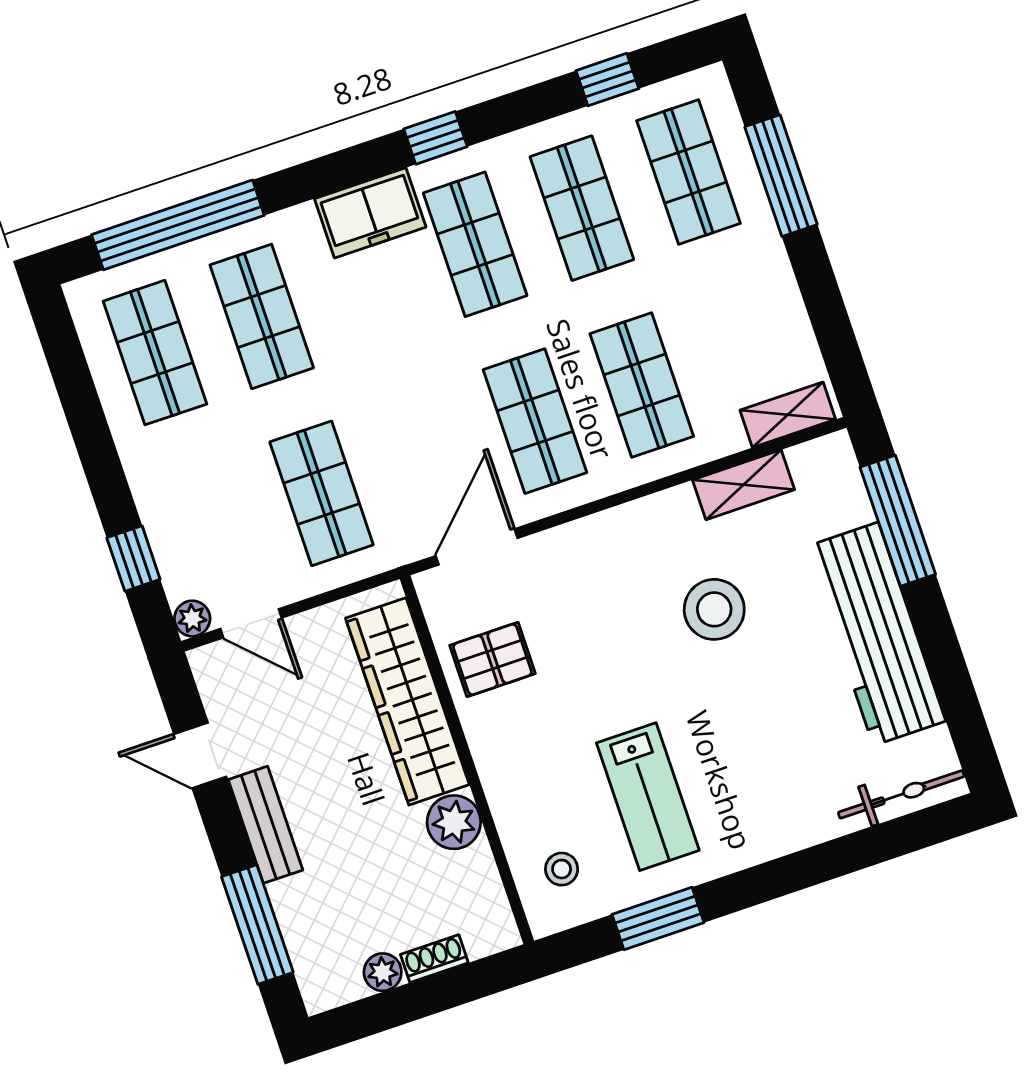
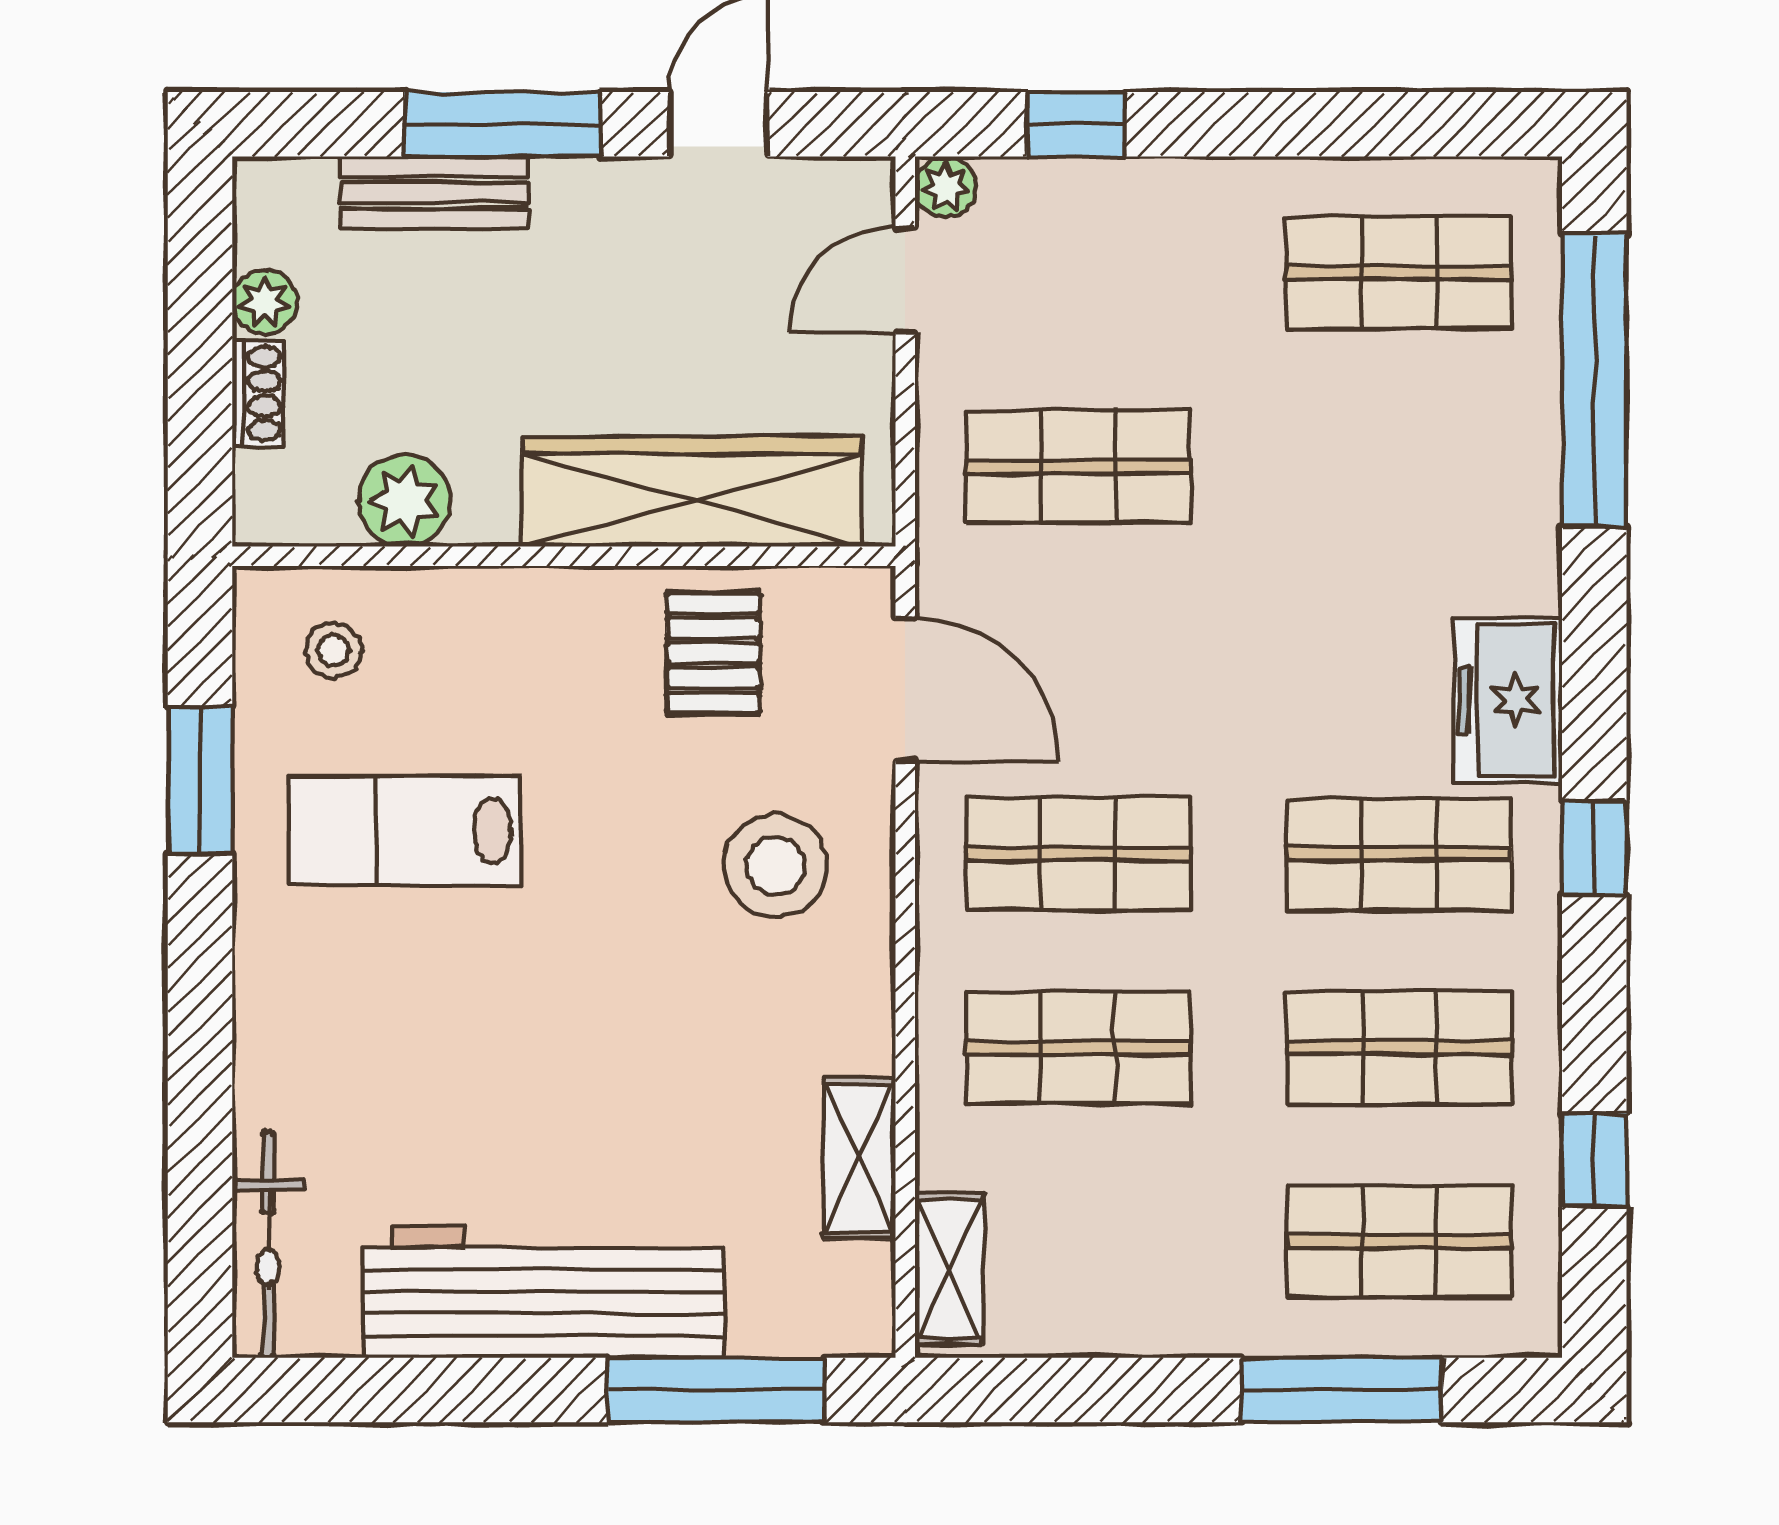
shop shelf: (262, 316) -> (1399, 466), removed
stool: (714, 609) -> (775, 866), moved
plant: (454, 822) -> (405, 501), moved
bench: (265, 825) -> (435, 192), moved
window: (257, 924) -> (503, 124), moved

